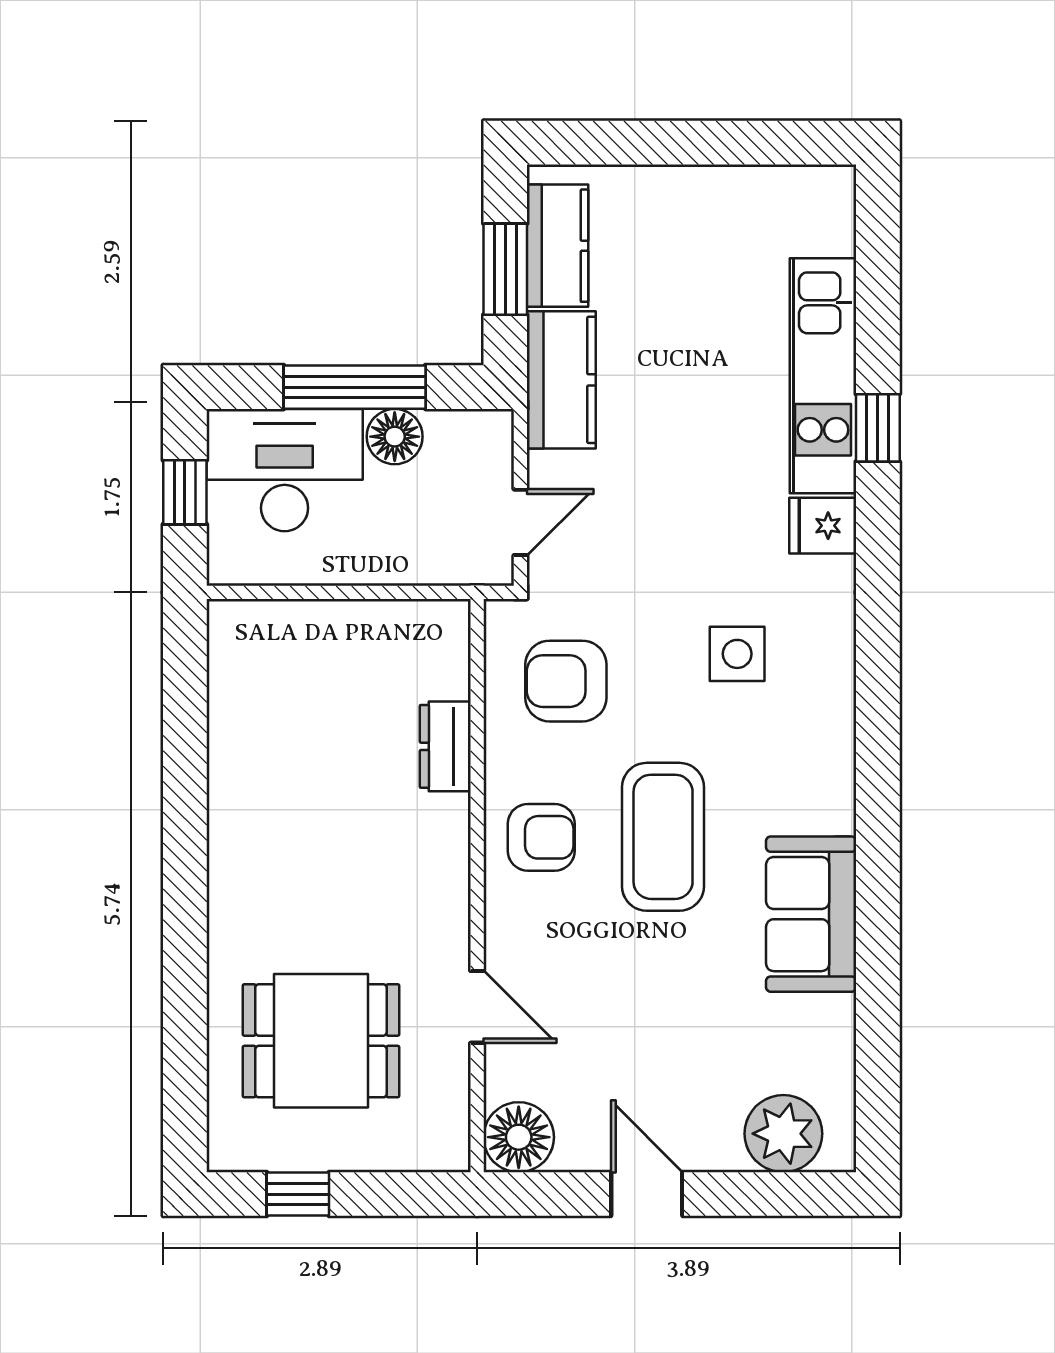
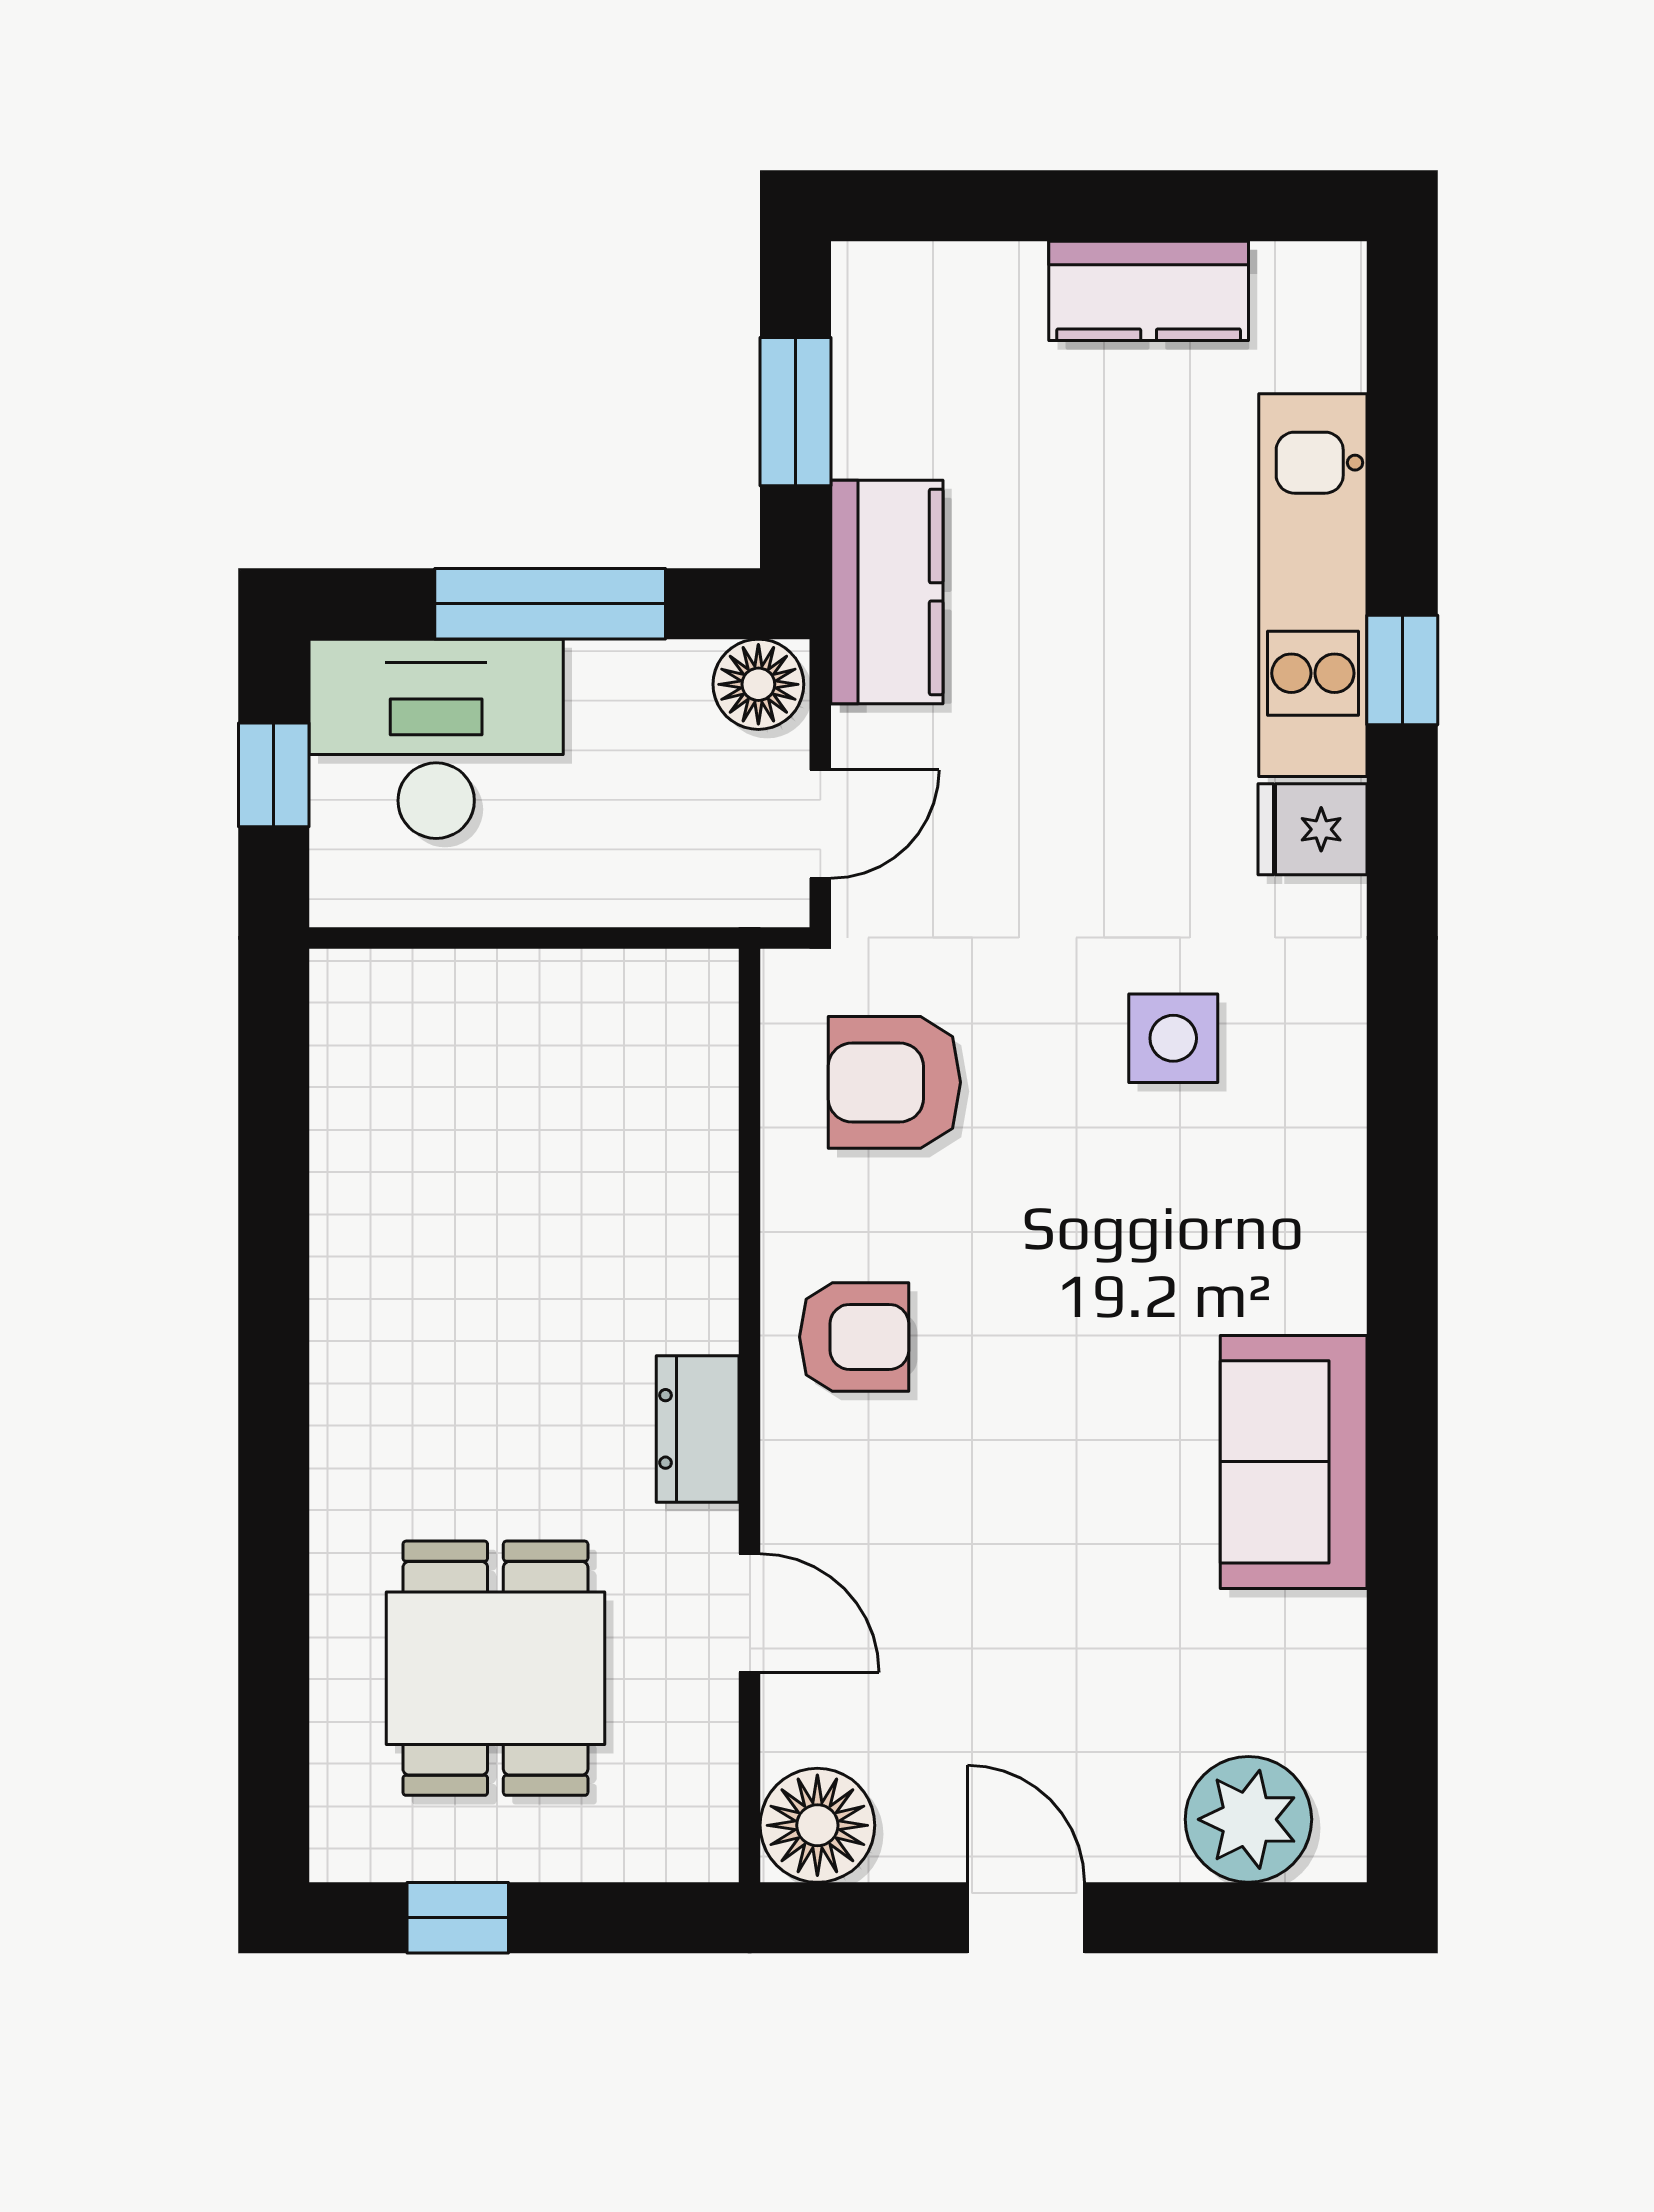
kitchen counter: (558, 246) -> (1149, 291), moved, turned 90
floor lamp: (395, 437) -> (758, 684), moved
dresser: (445, 746) -> (698, 1429), moved
coffee table: (663, 837) -> (1052, 1336), removed
dining table: (321, 1041) -> (495, 1668), turned 90

